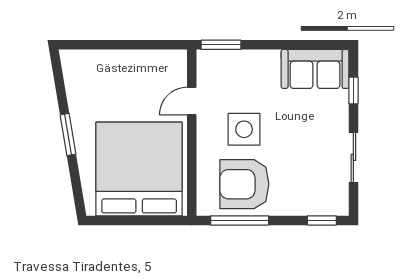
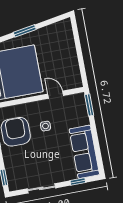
sofa: (315, 69) -> (84, 152), width x1.36
side table: (244, 129) -> (46, 126), width x0.54, depth x0.54

